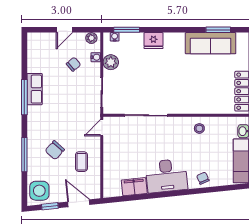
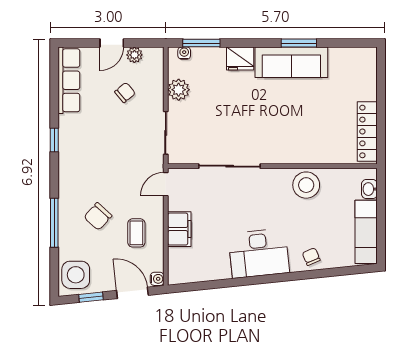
window: (218, 30) -> (299, 43), moved
plant: (91, 38) -> (134, 55), moved
sofa: (211, 43) -> (291, 62), moved
water cooler: (96, 57) -> (157, 279), moved
row of seats: (35, 89) -> (69, 80), moved, width x1.48
window: (24, 97) -> (54, 140), width x0.46
stool: (199, 128) -> (306, 185), width x1.89, depth x1.89
filing cabinet: (134, 187) -> (179, 229), moved, turned 96

